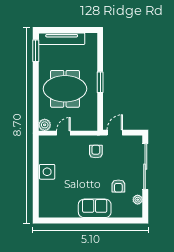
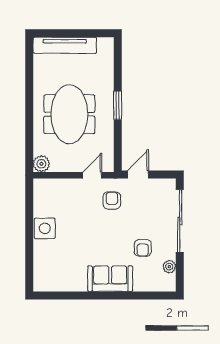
window: (36, 51) -> (29, 62), removed
meeting table: (65, 89) -> (69, 114), turned 90
door: (63, 133) -> (92, 175), moved

